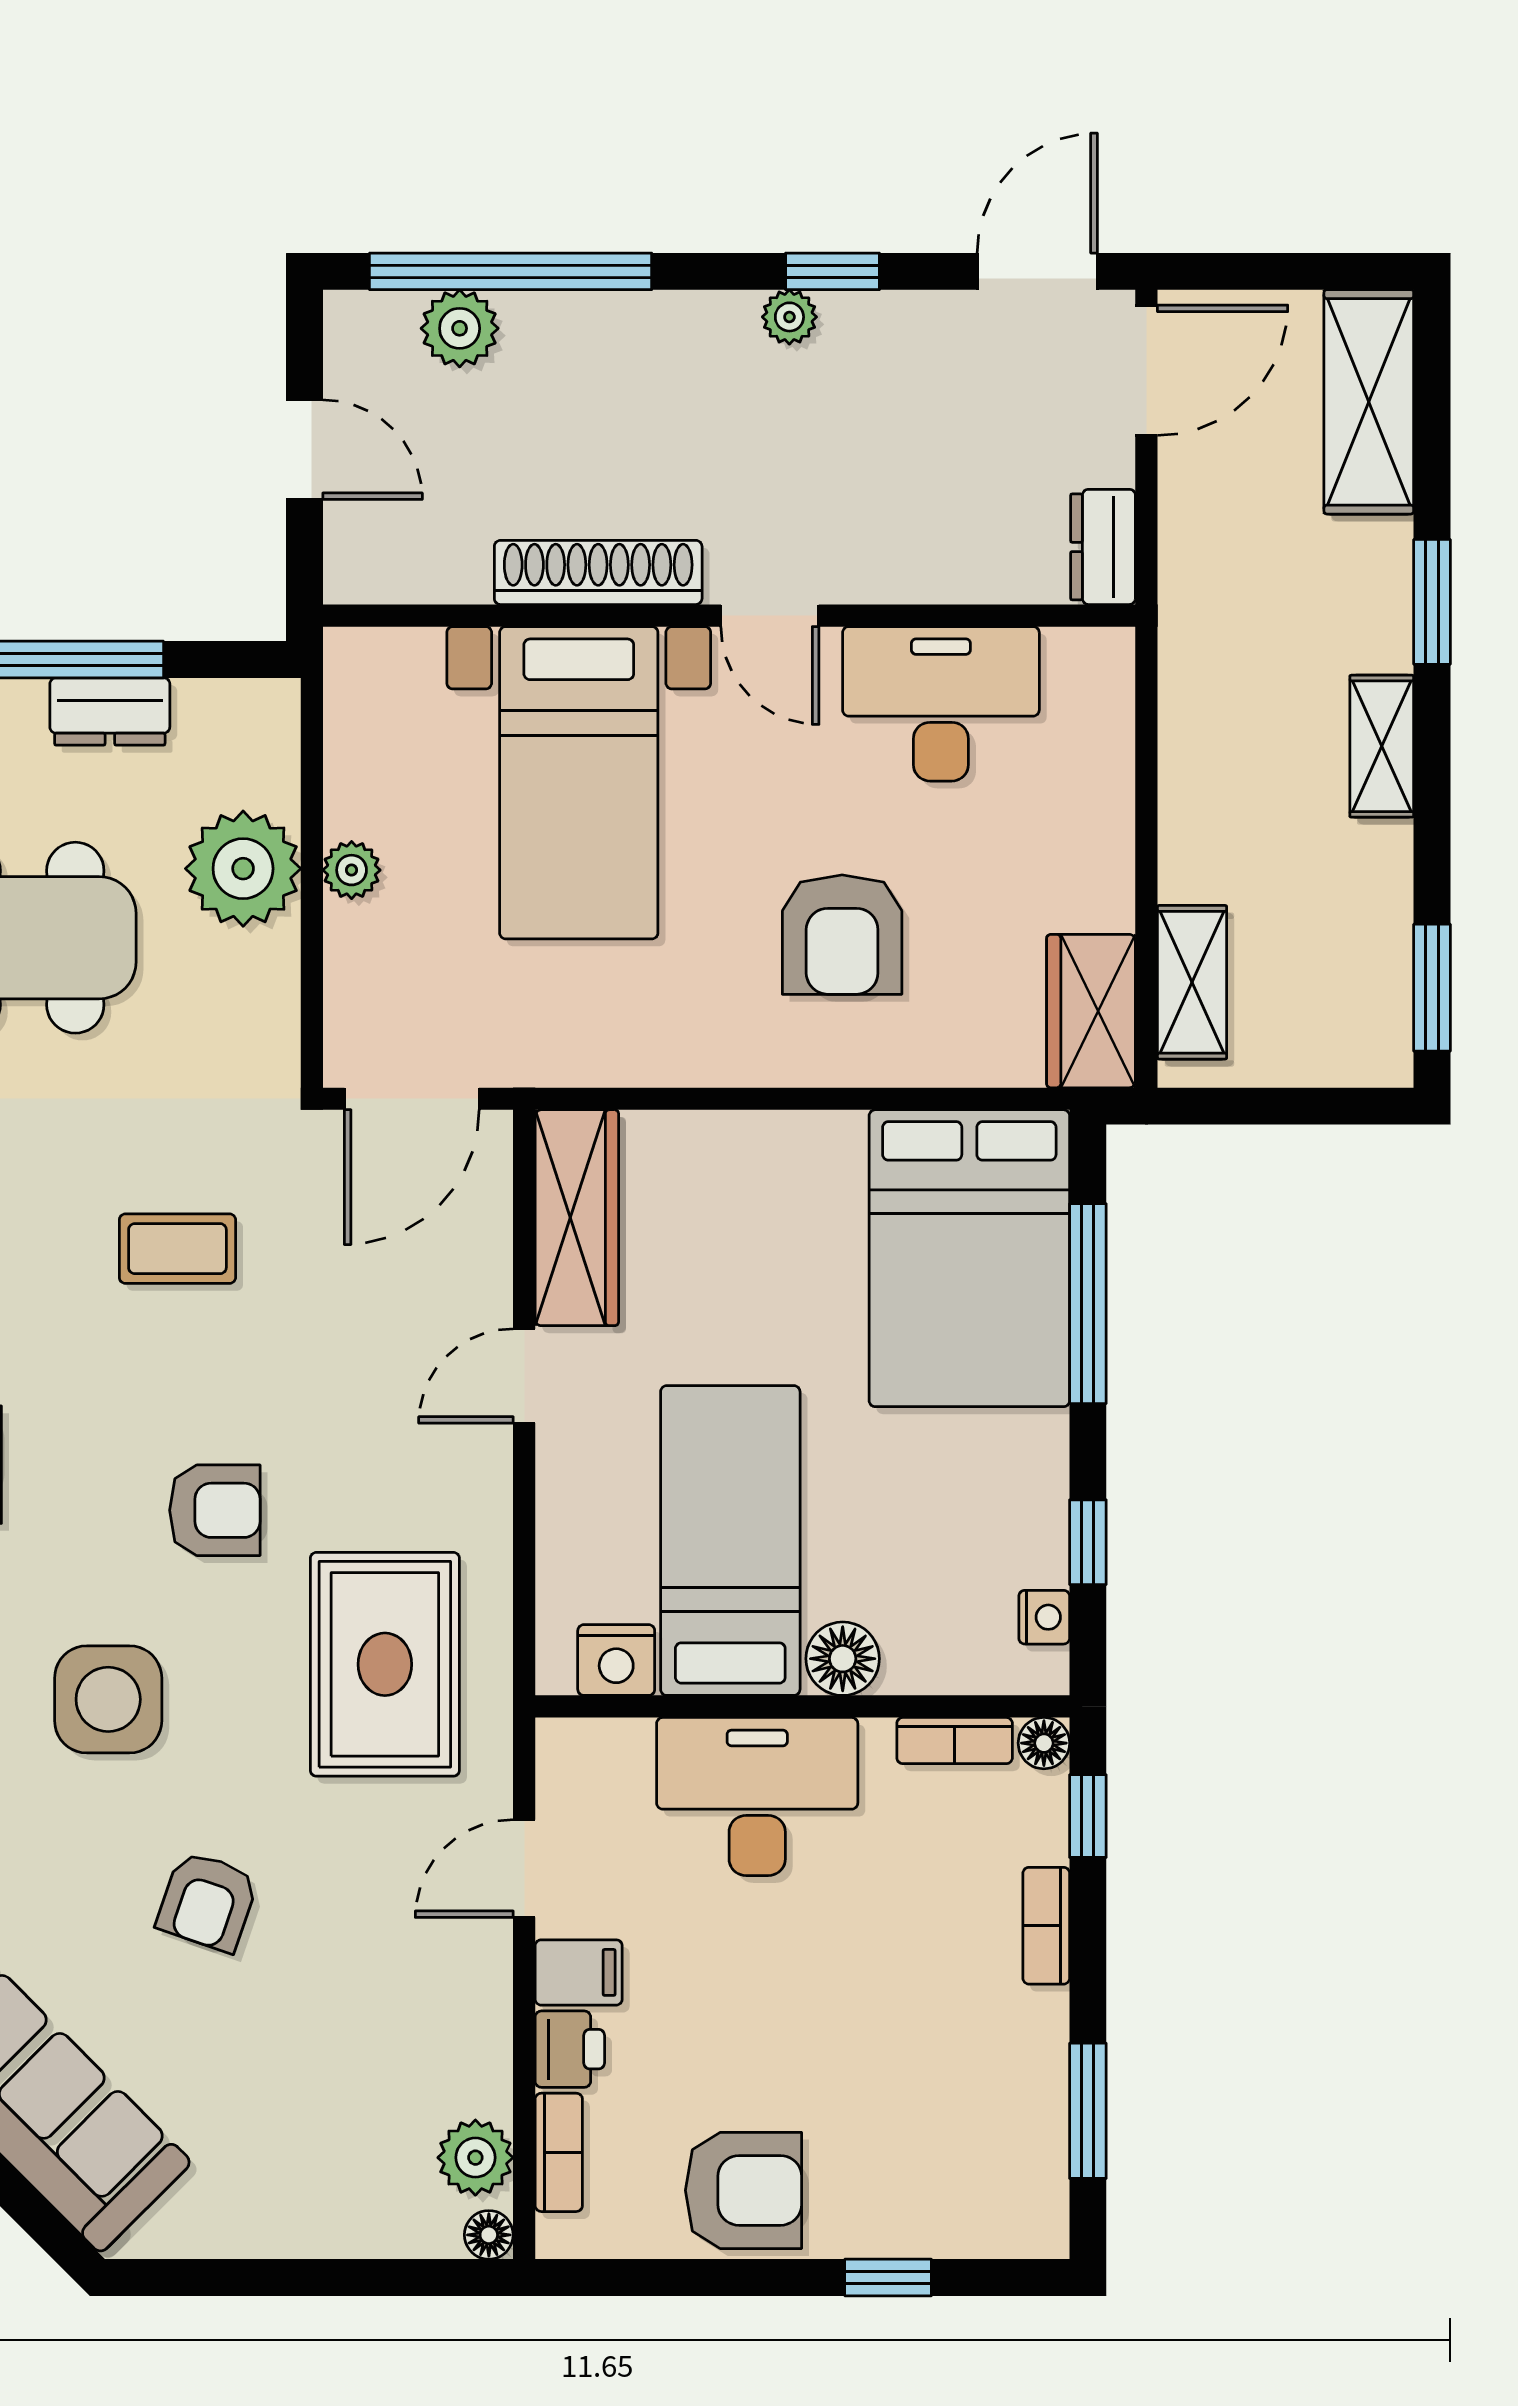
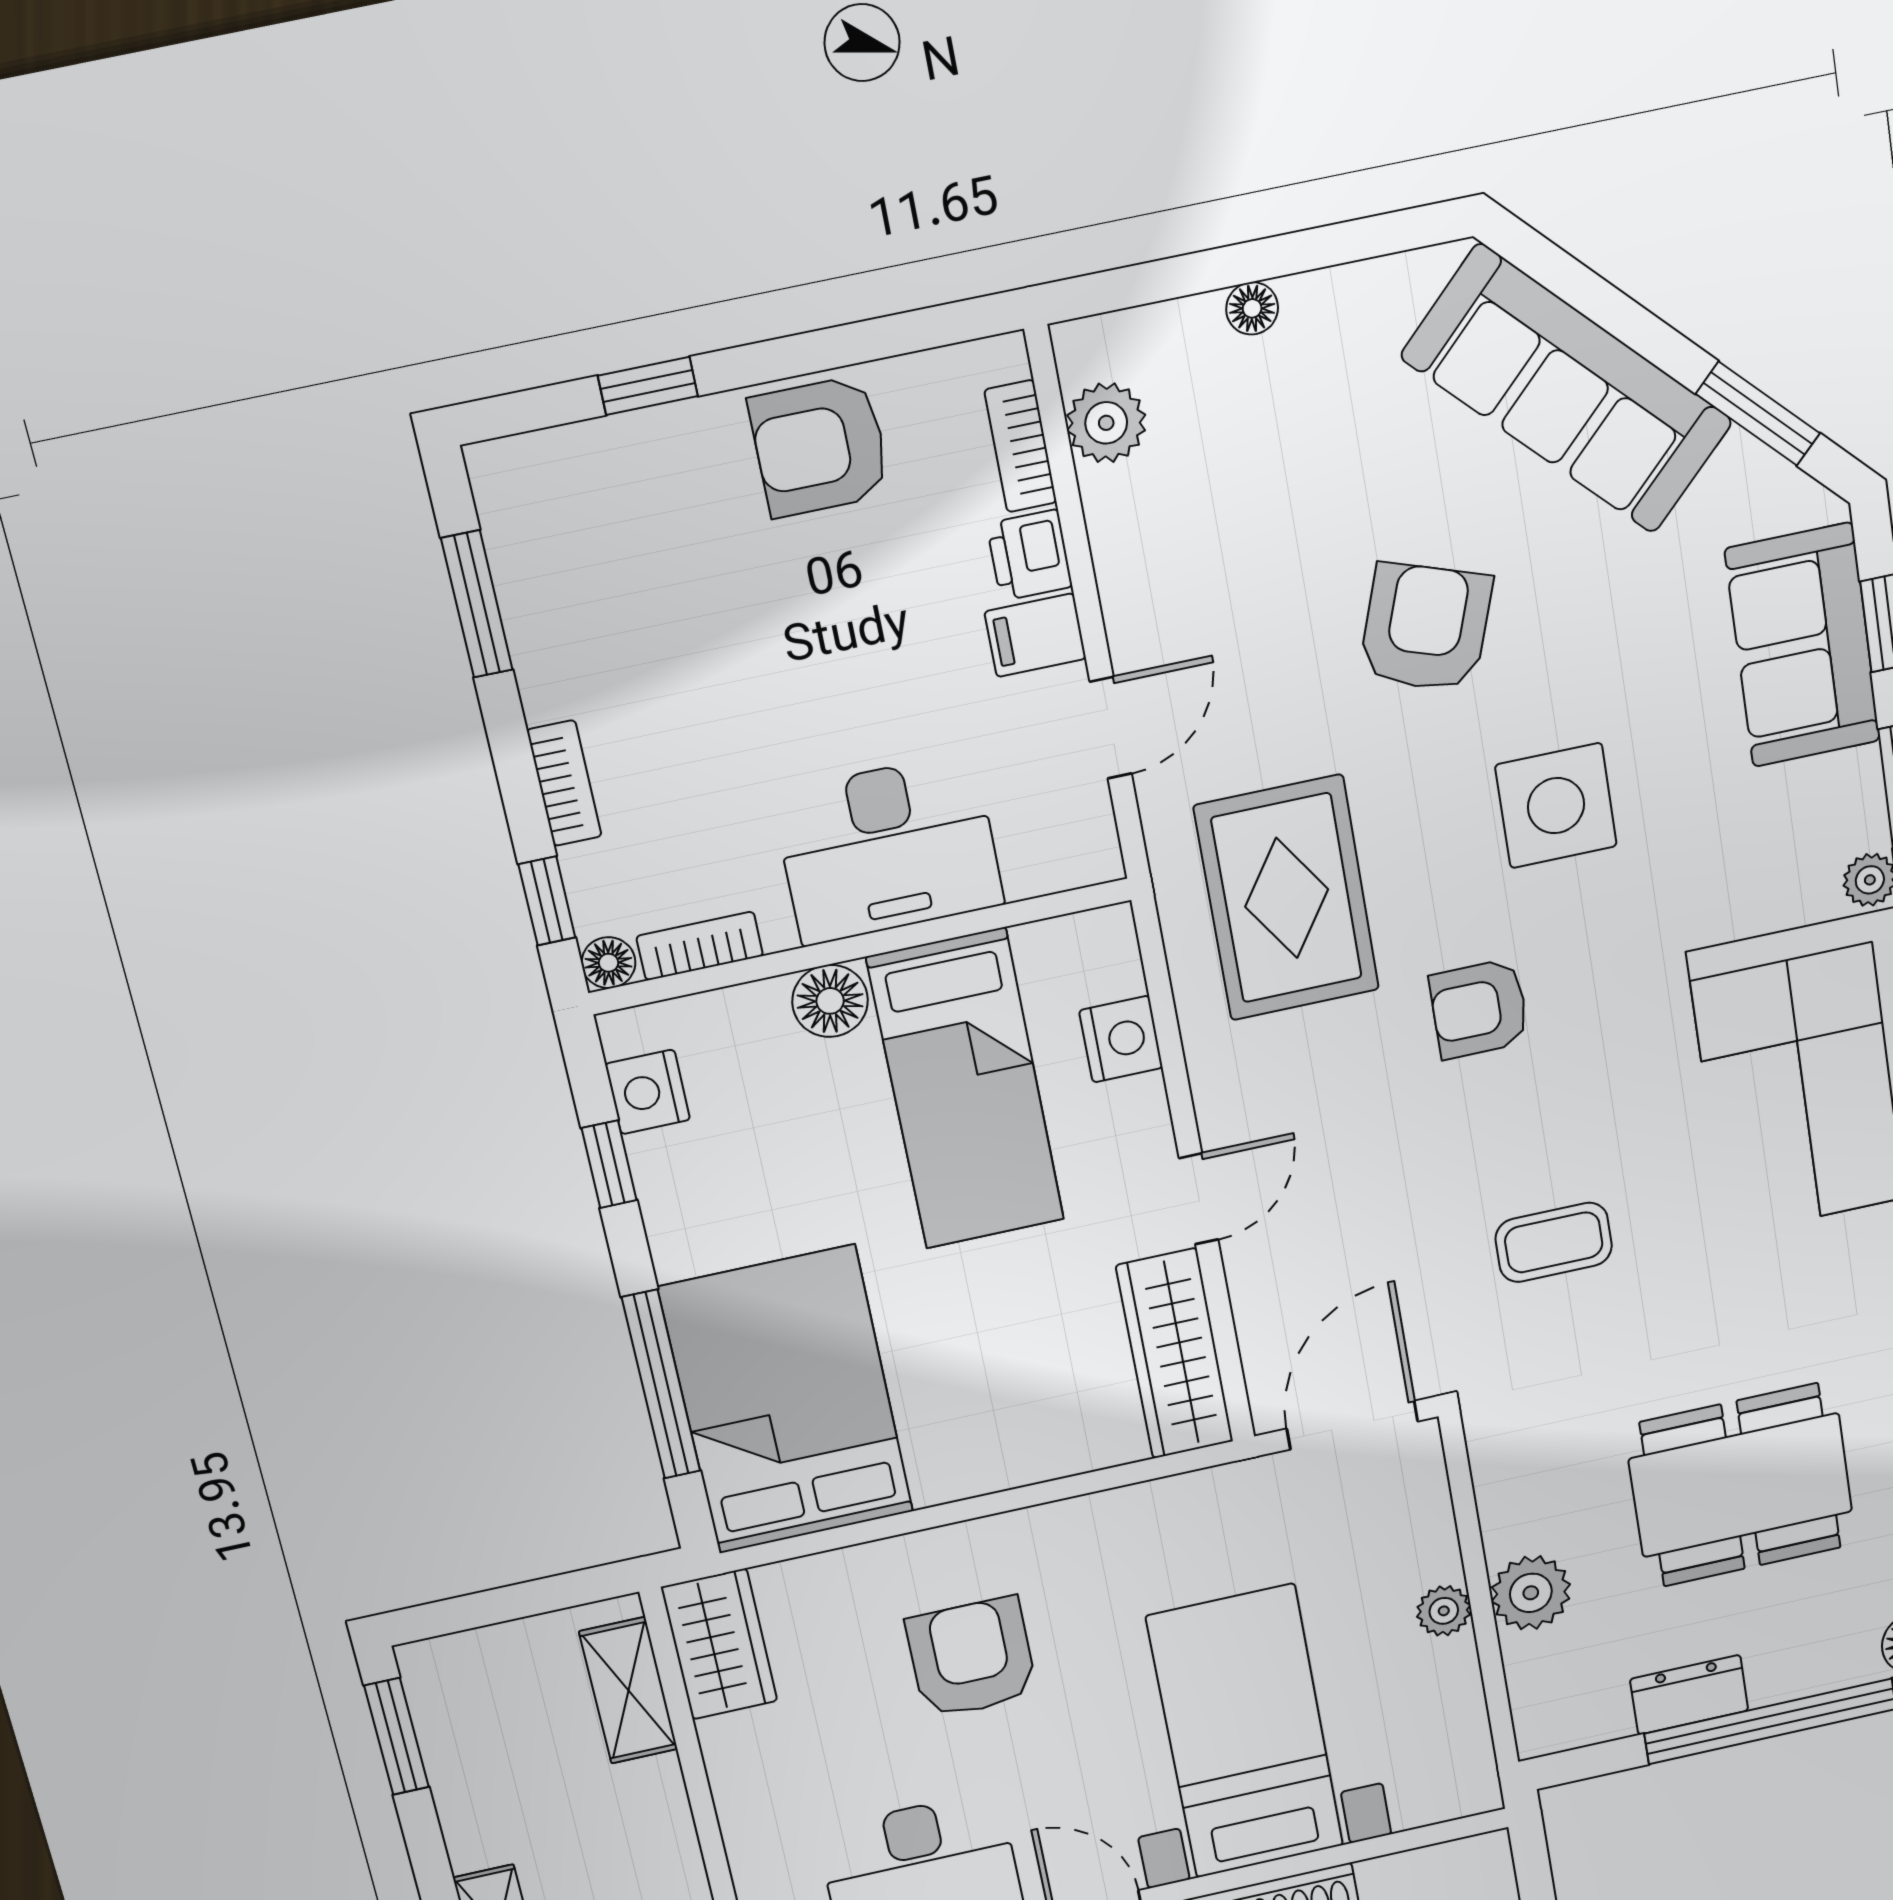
plant: (243, 869) -> (1531, 1593), width x0.73, depth x0.73
nightstand: (1044, 1617) -> (648, 1092), width x1.39, depth x1.35
nightstand: (616, 1660) -> (1121, 1039), moved, turned 90
armchair: (207, 1901) -> (1426, 627), width x1.38, depth x1.38
floor lamp: (489, 2235) -> (1252, 308), moved

